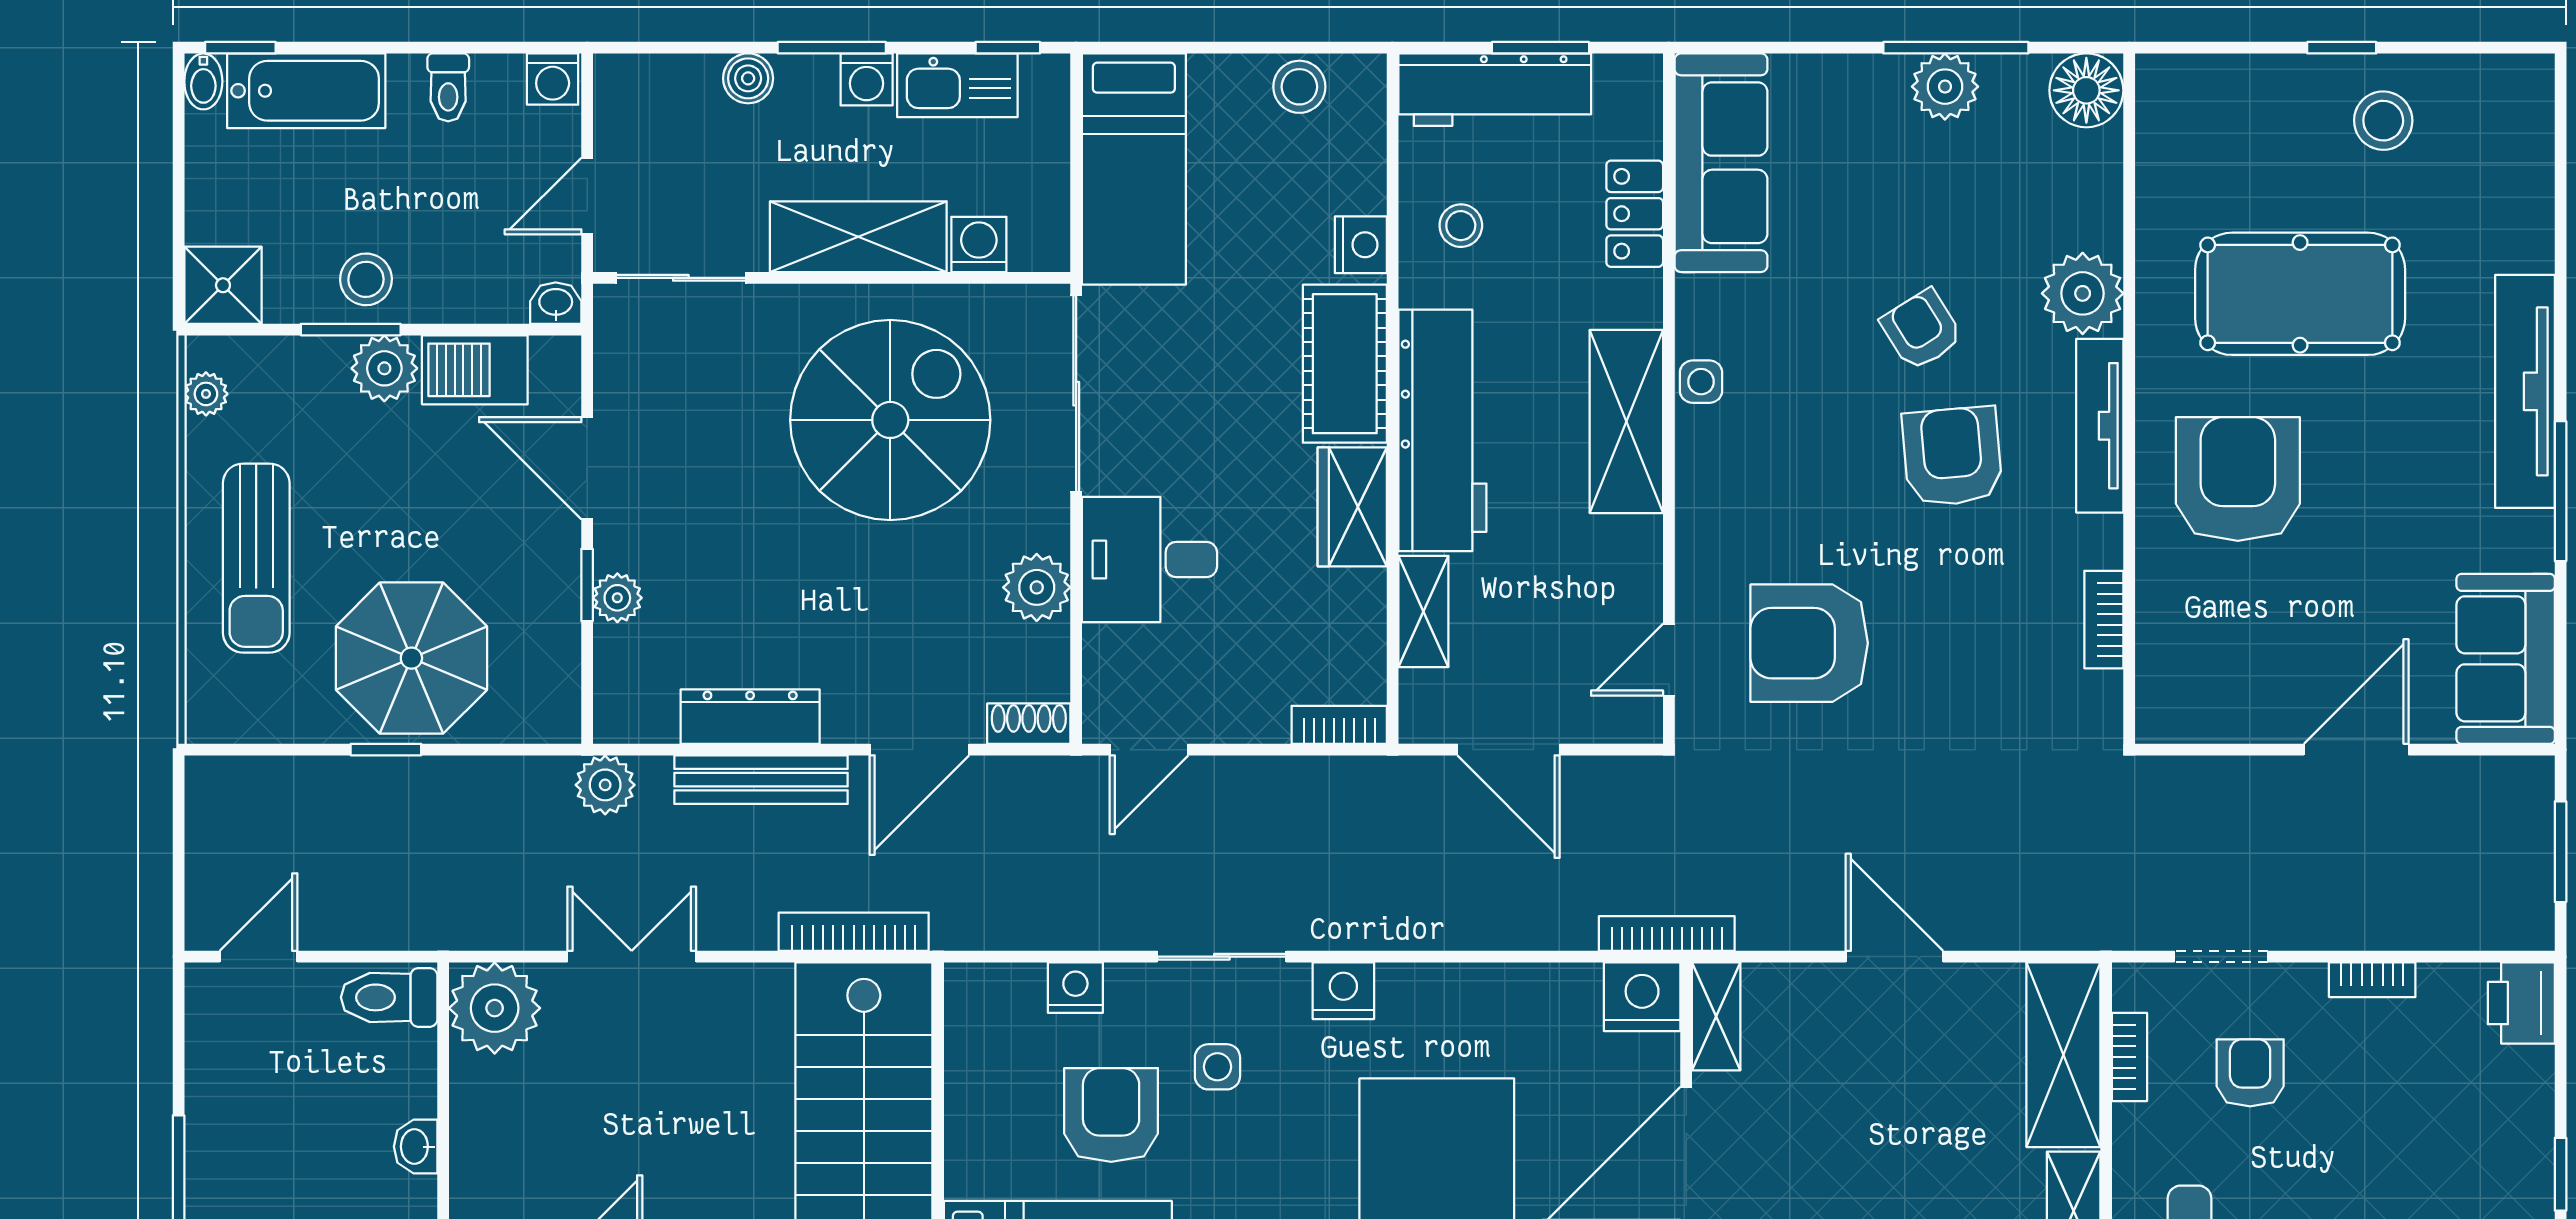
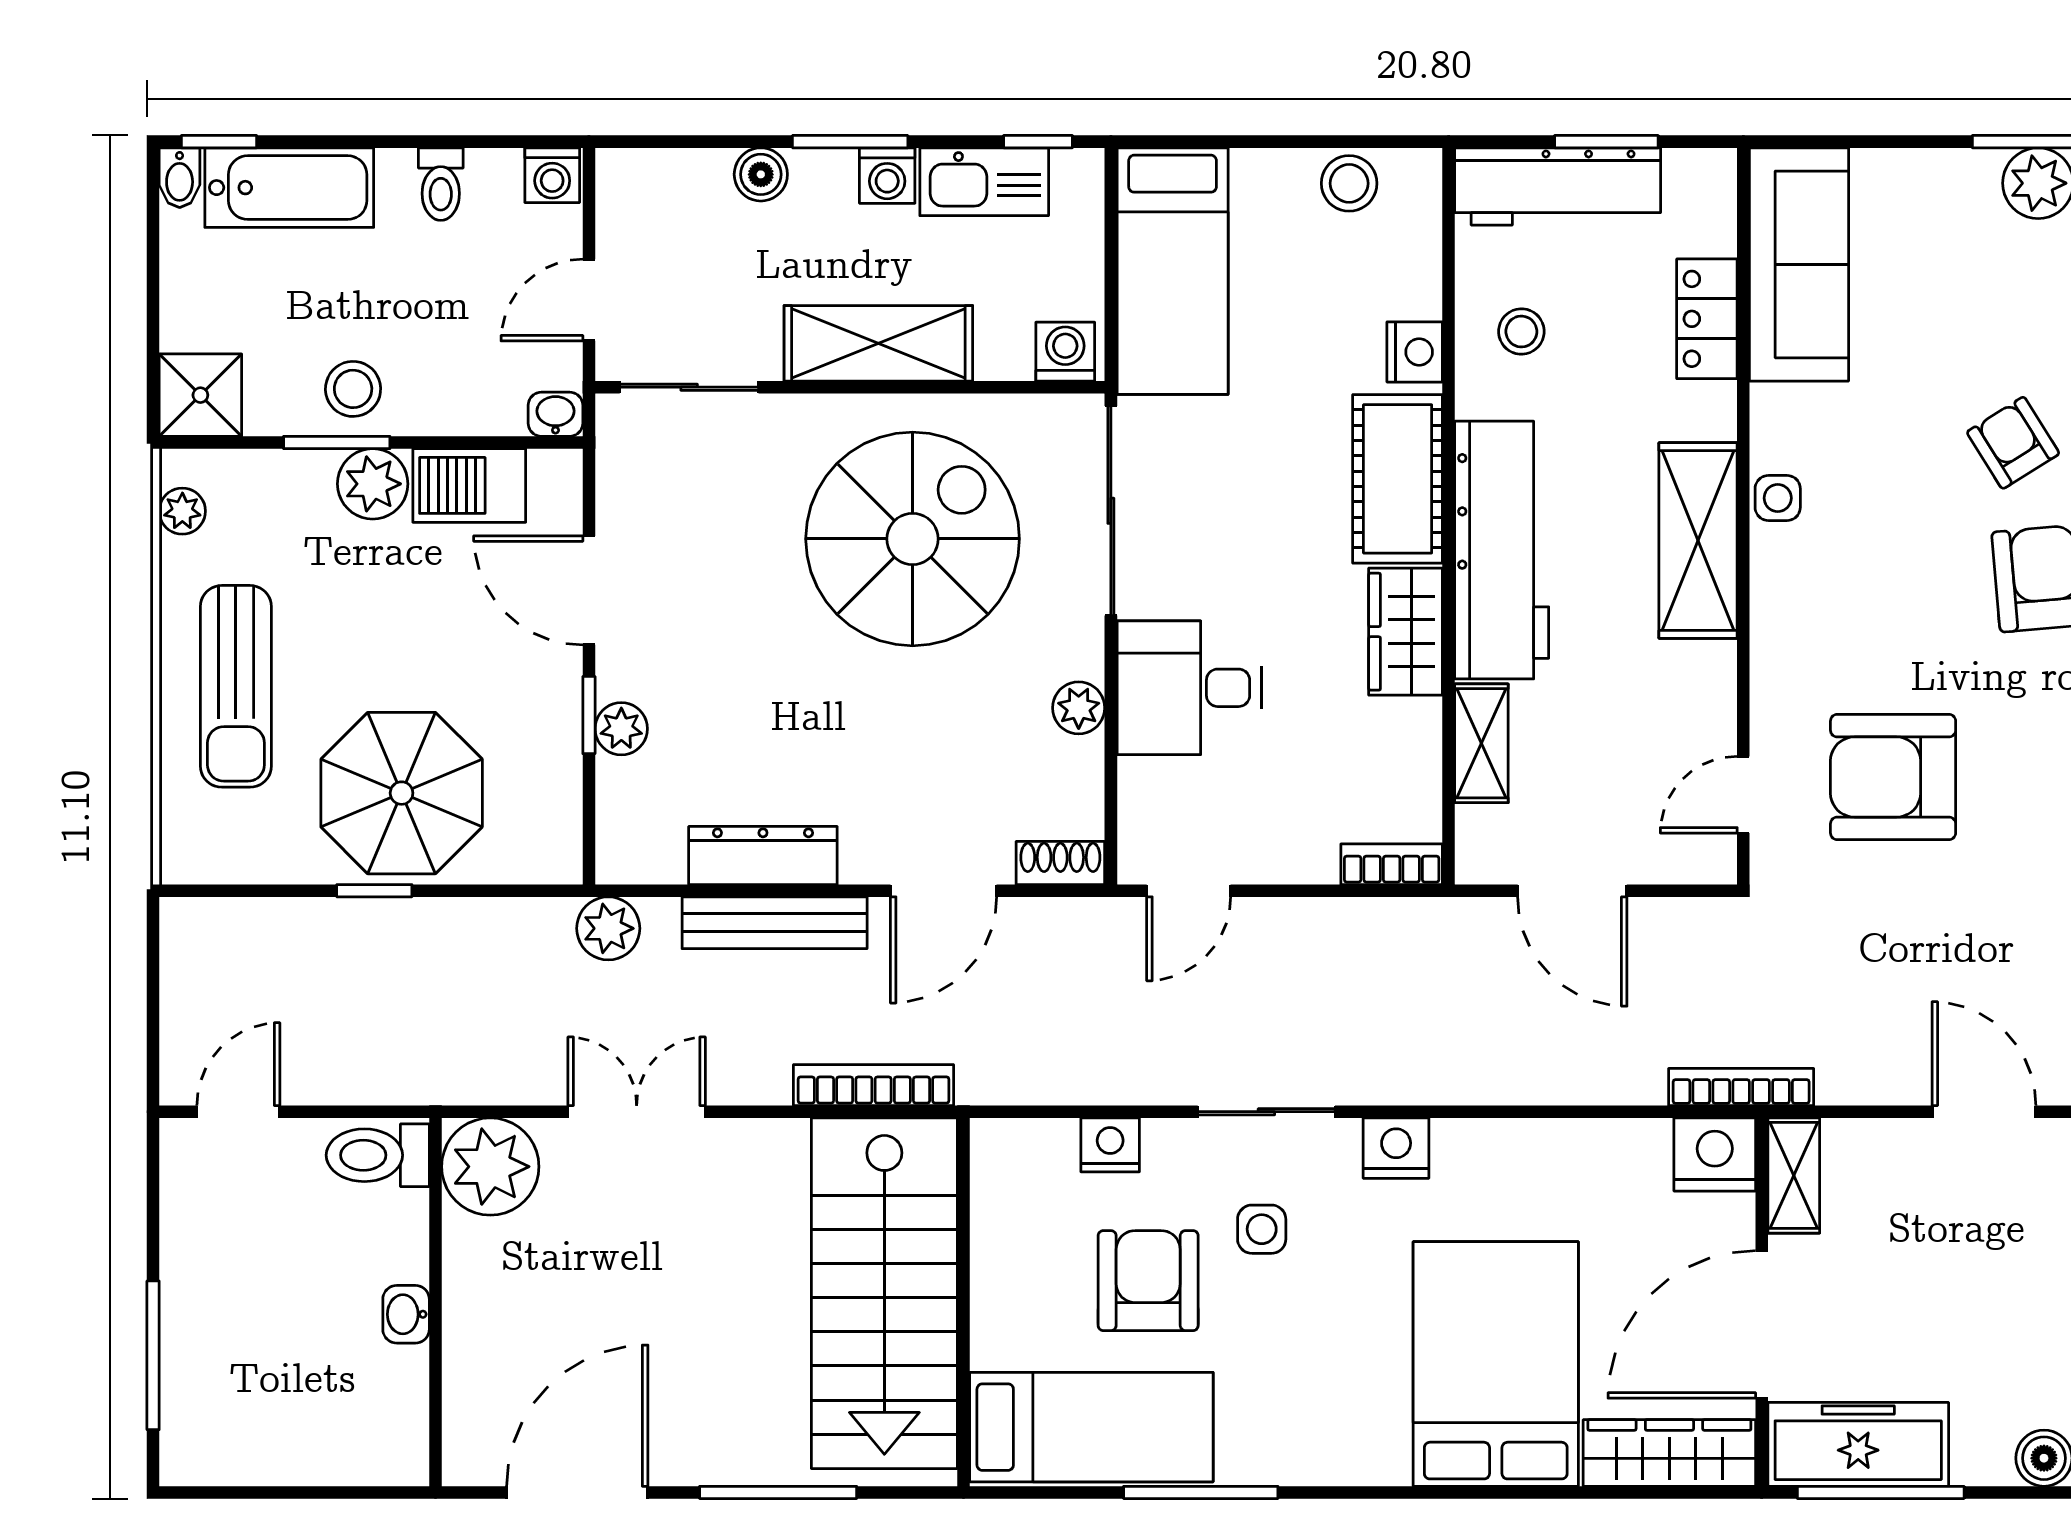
washing machine: (979, 244) -> (1065, 352), moved
plant: (1037, 587) -> (1079, 708), width x0.73, depth x0.73

